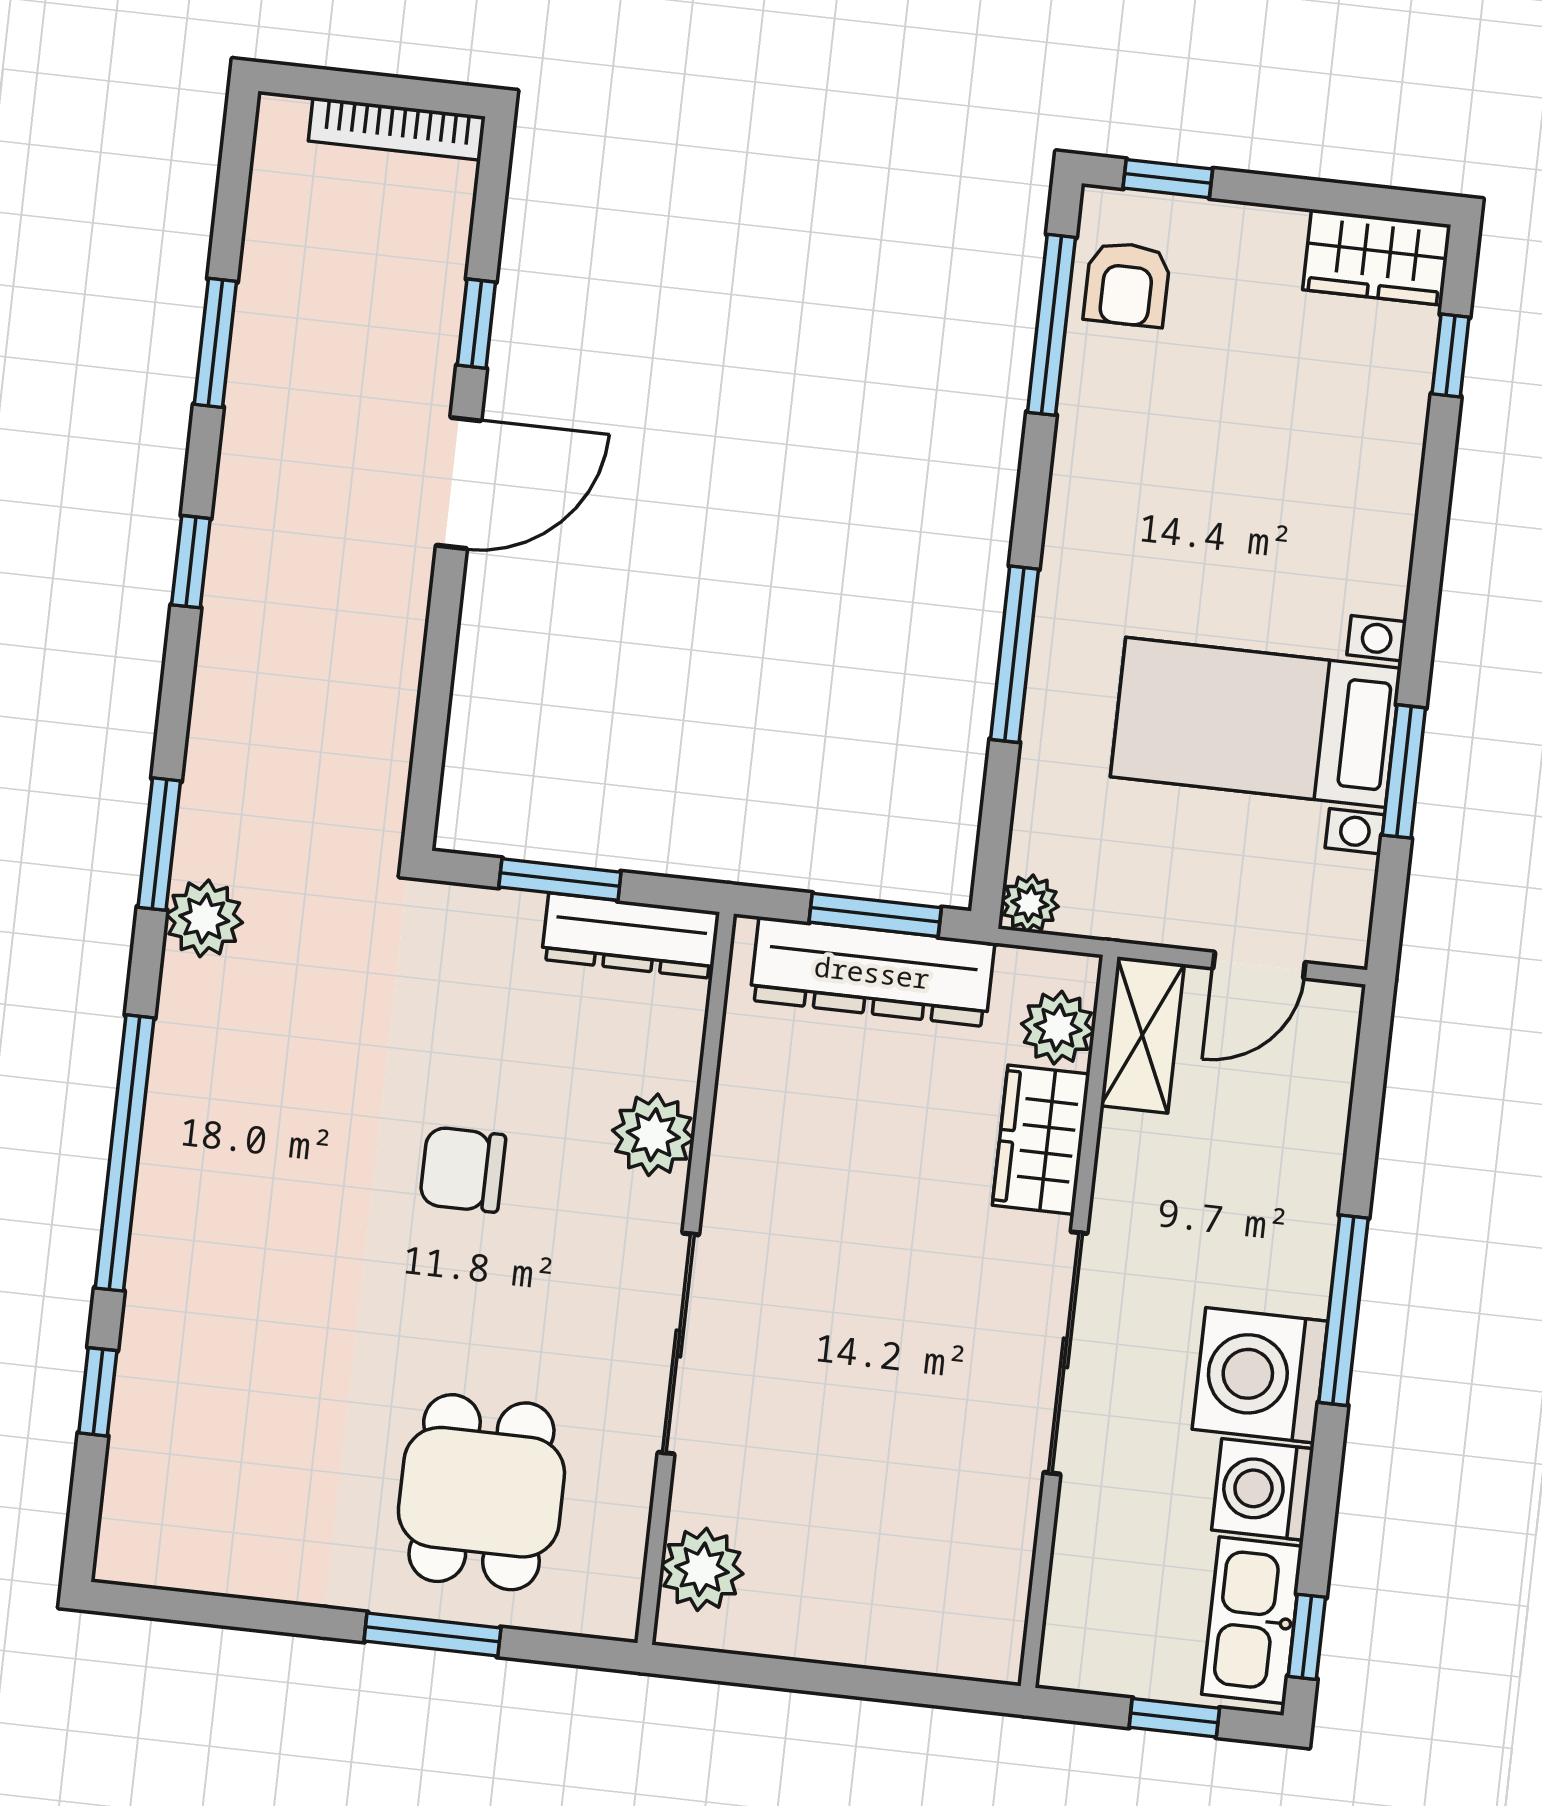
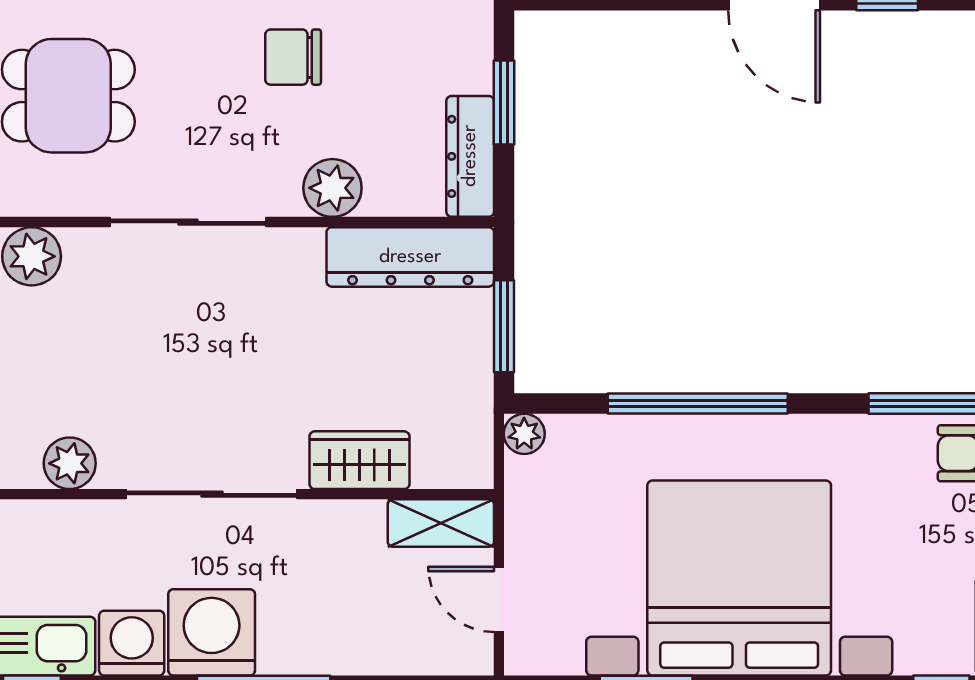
window: (1014, 654) -> (698, 403), width x1.46
bed with nightstands: (1256, 722) -> (739, 578), width x1.85
dresser: (872, 972) -> (410, 257), moved, turned -90
plant: (1058, 1028) -> (70, 463), moved
chair: (463, 1169) -> (293, 57), turned -90

